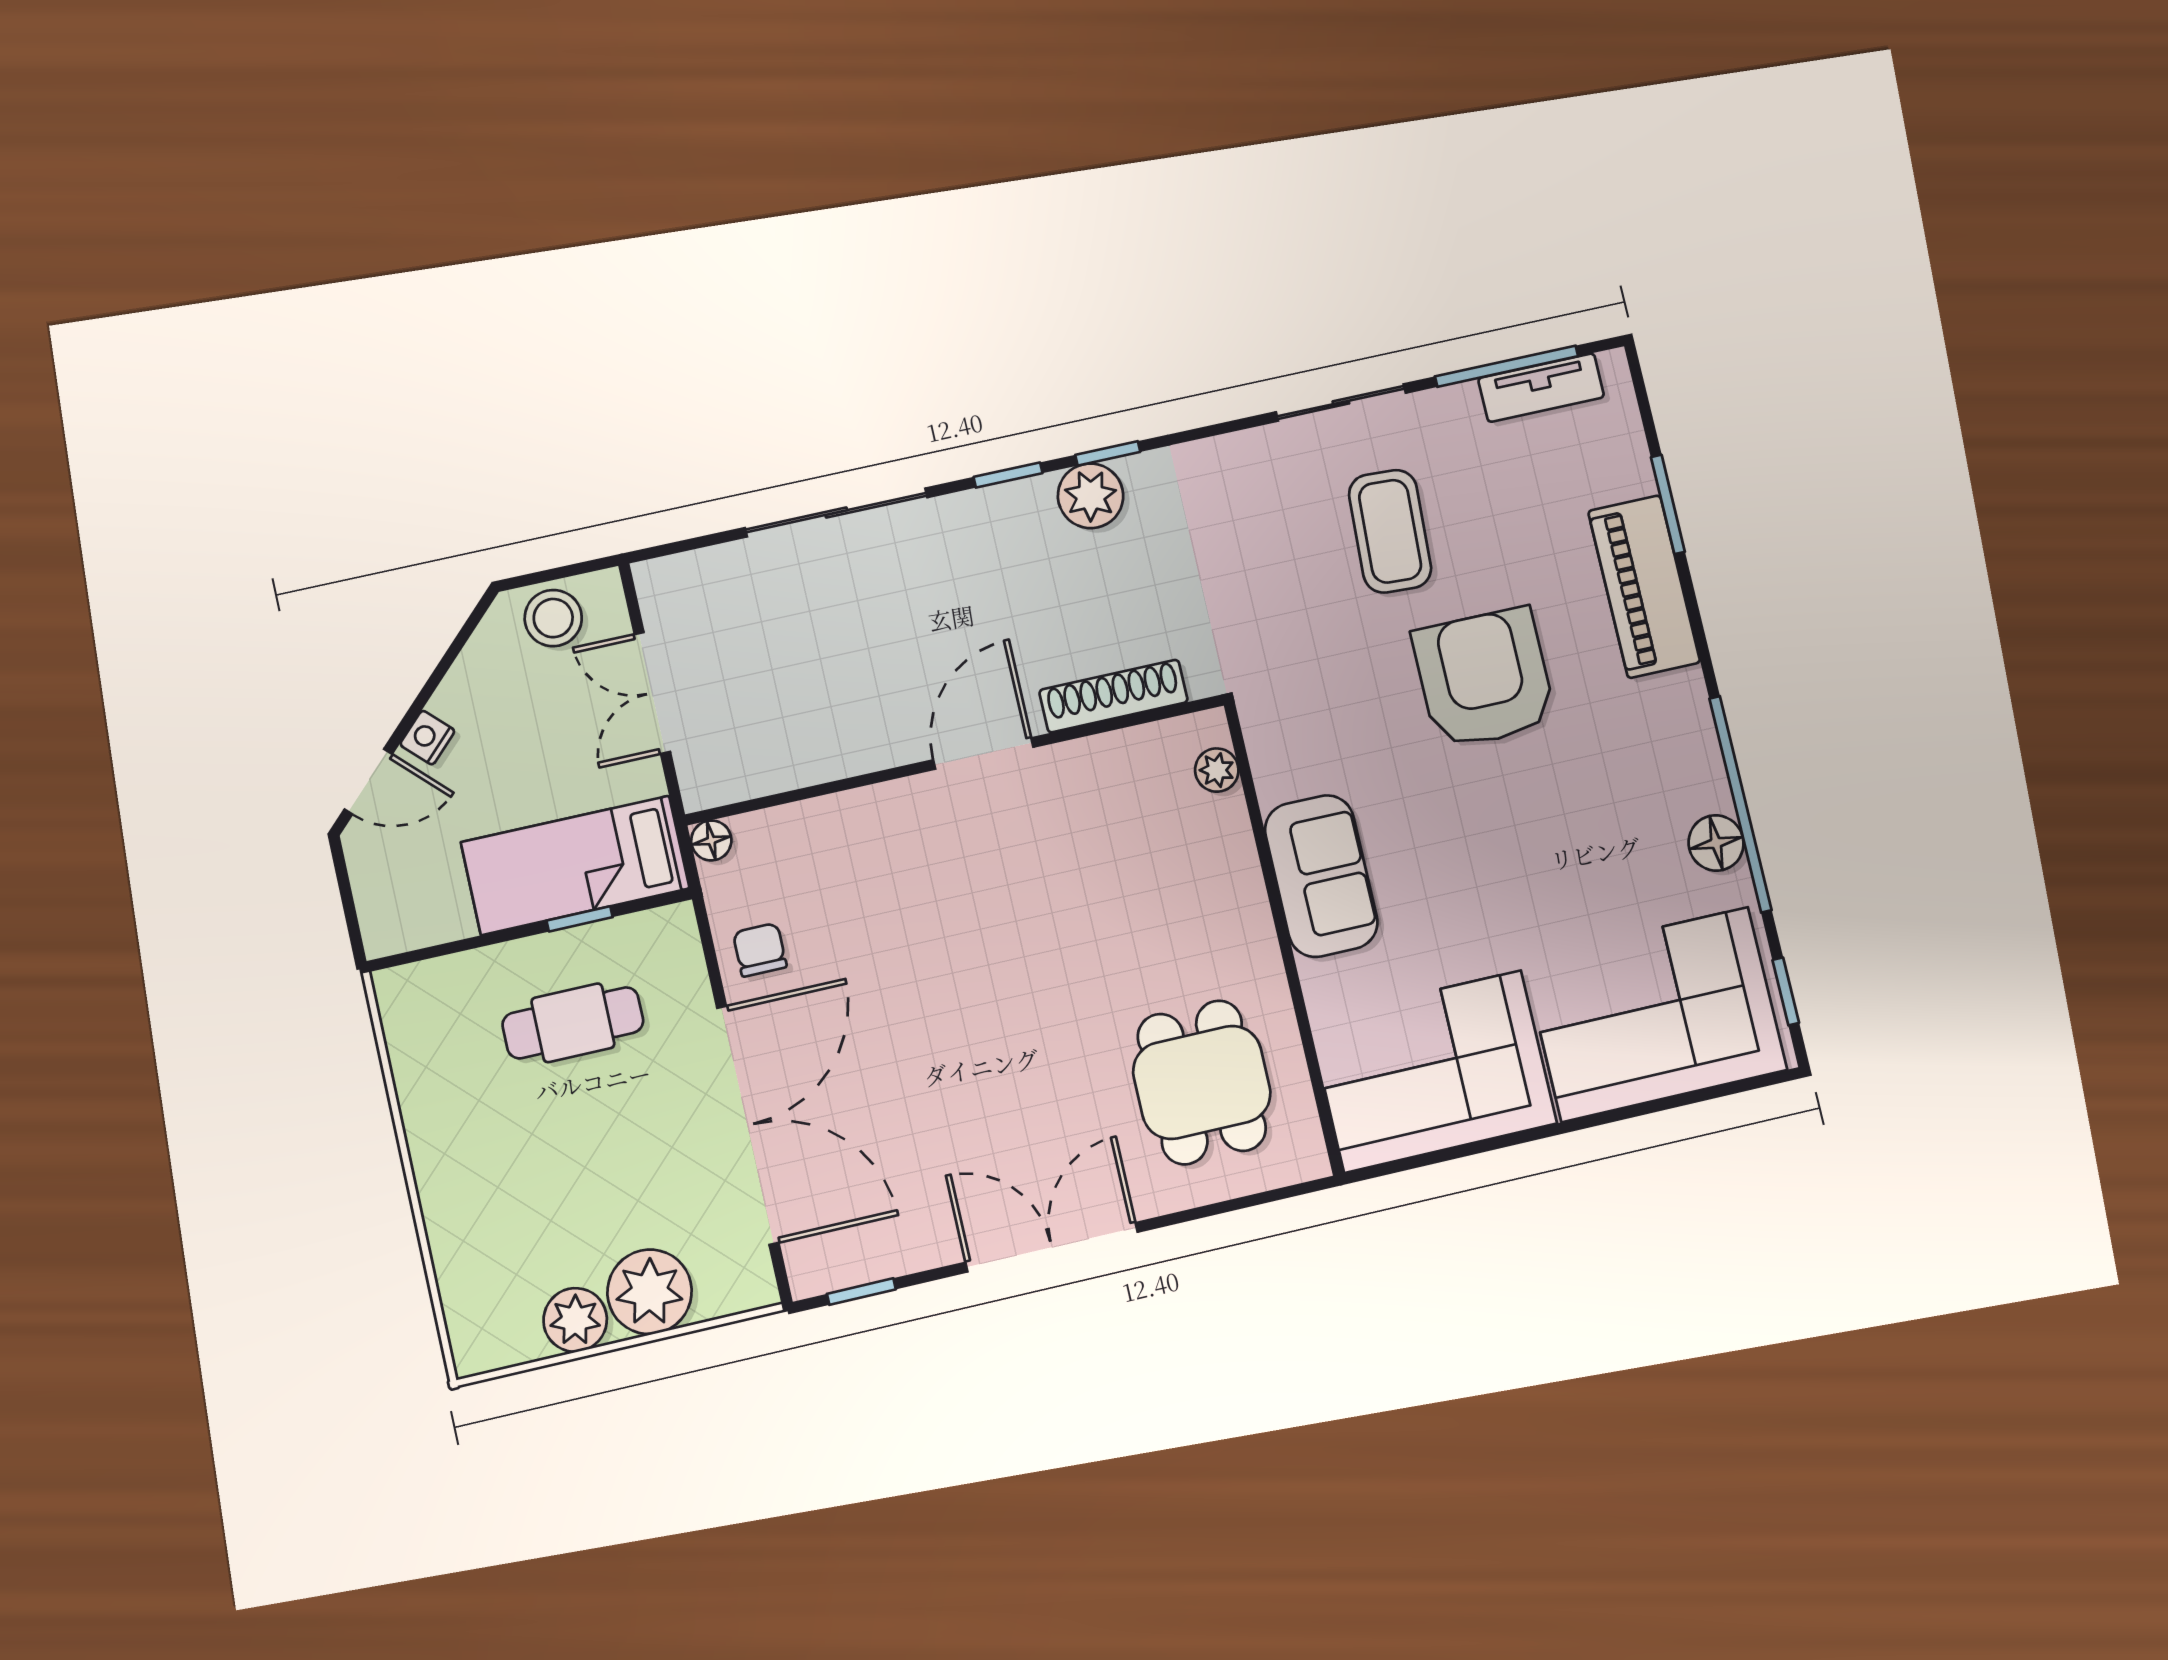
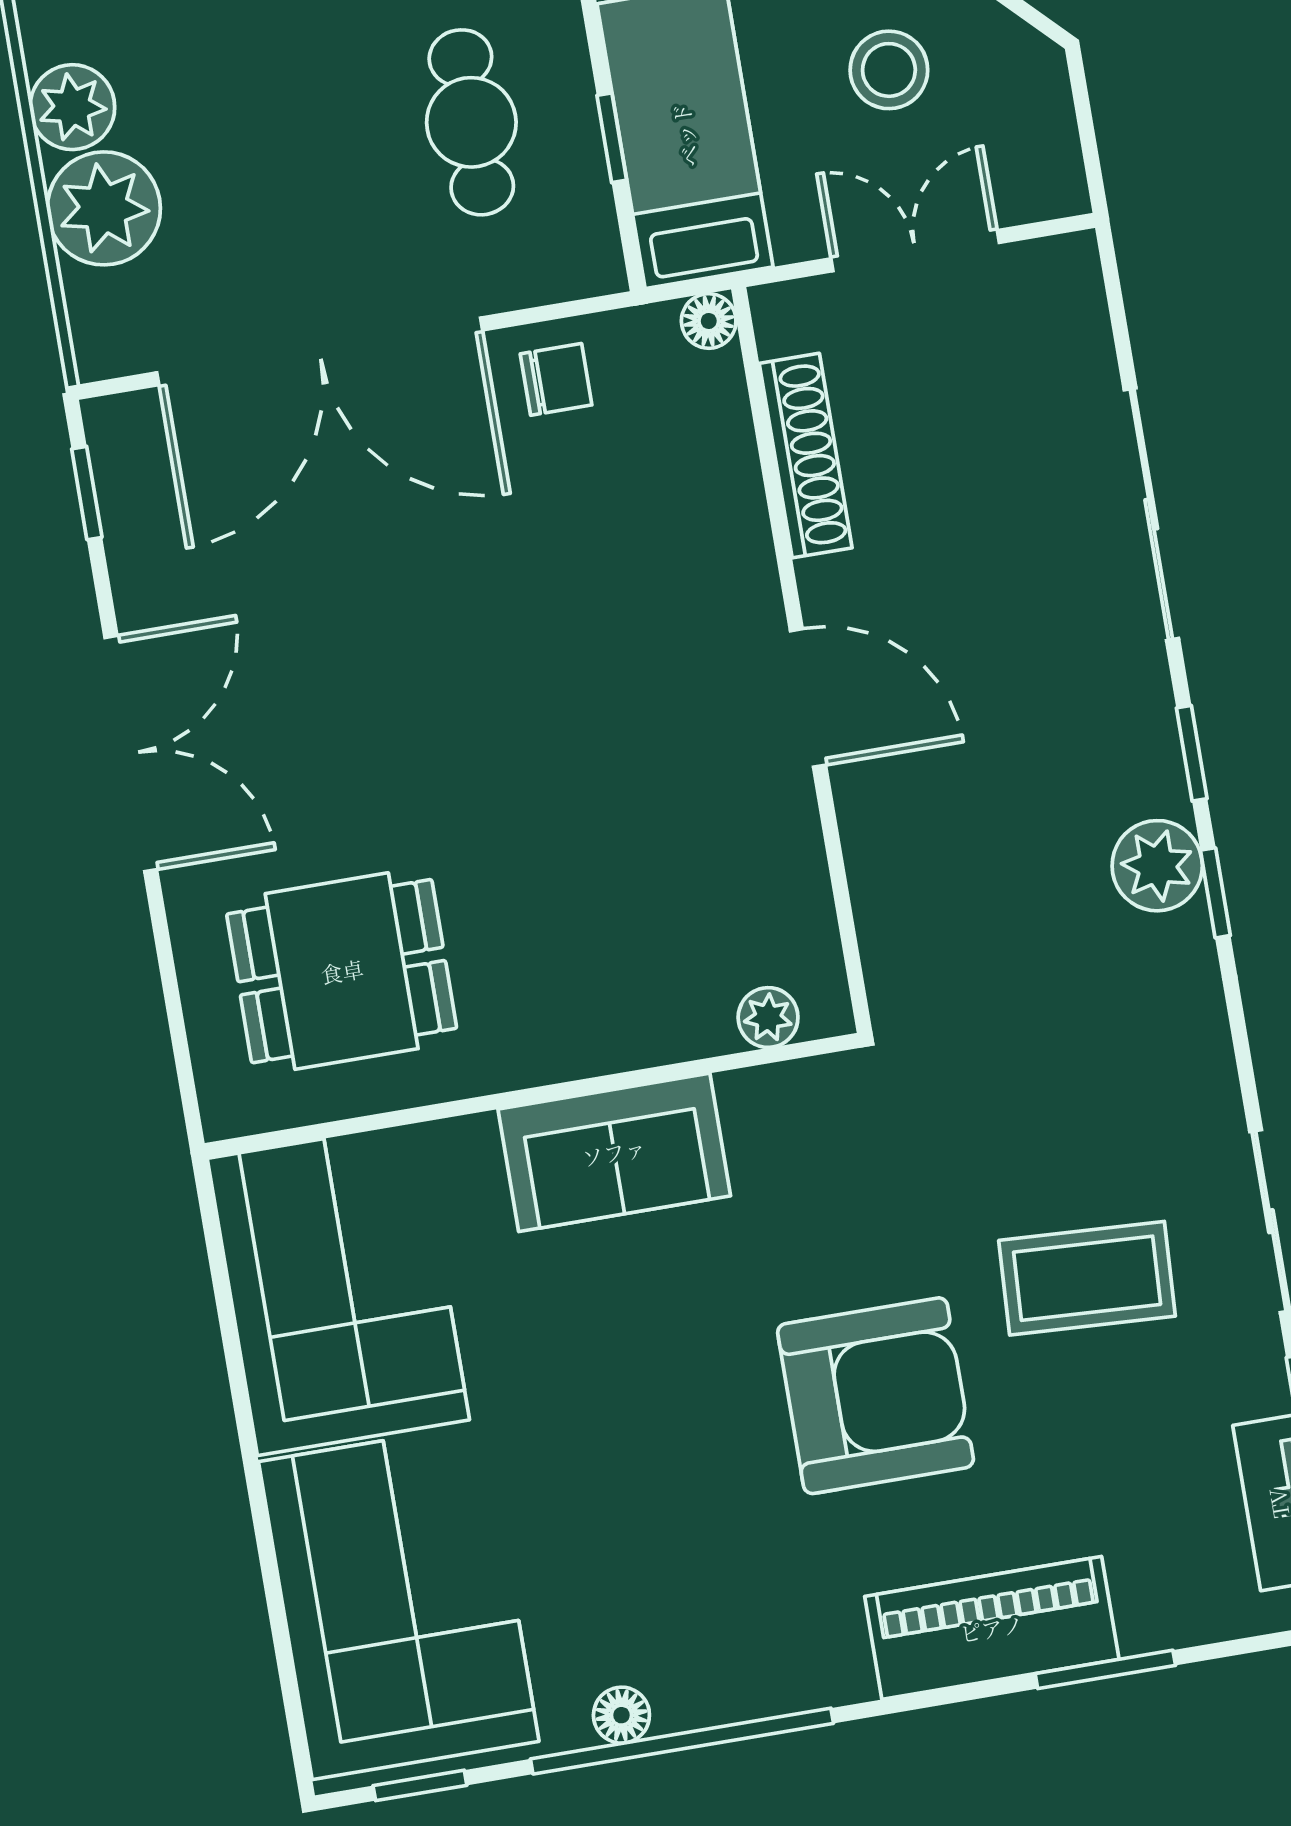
stool: (553, 618) -> (889, 70), moved
shoe rack: (1114, 696) -> (806, 456), moved
floor lamp: (1716, 843) -> (621, 1715), width x0.73, depth x0.73

